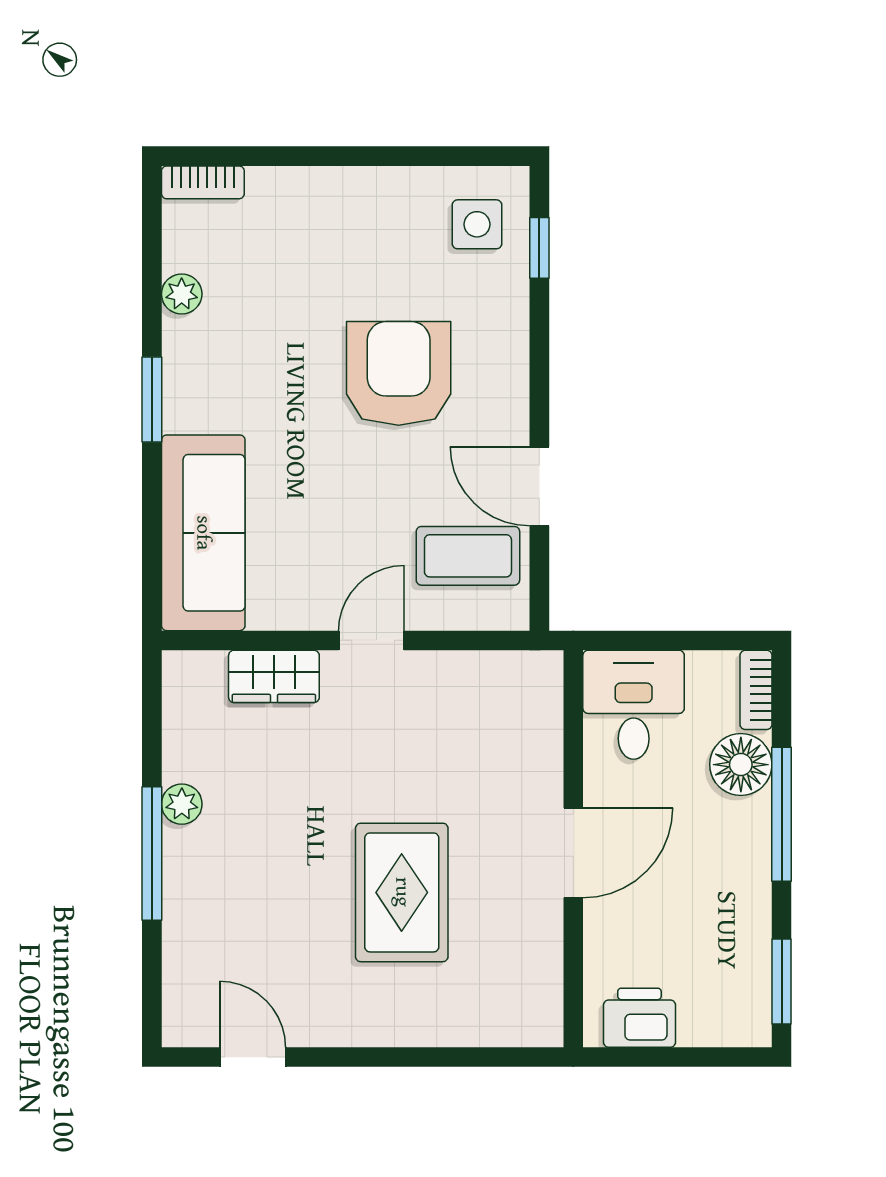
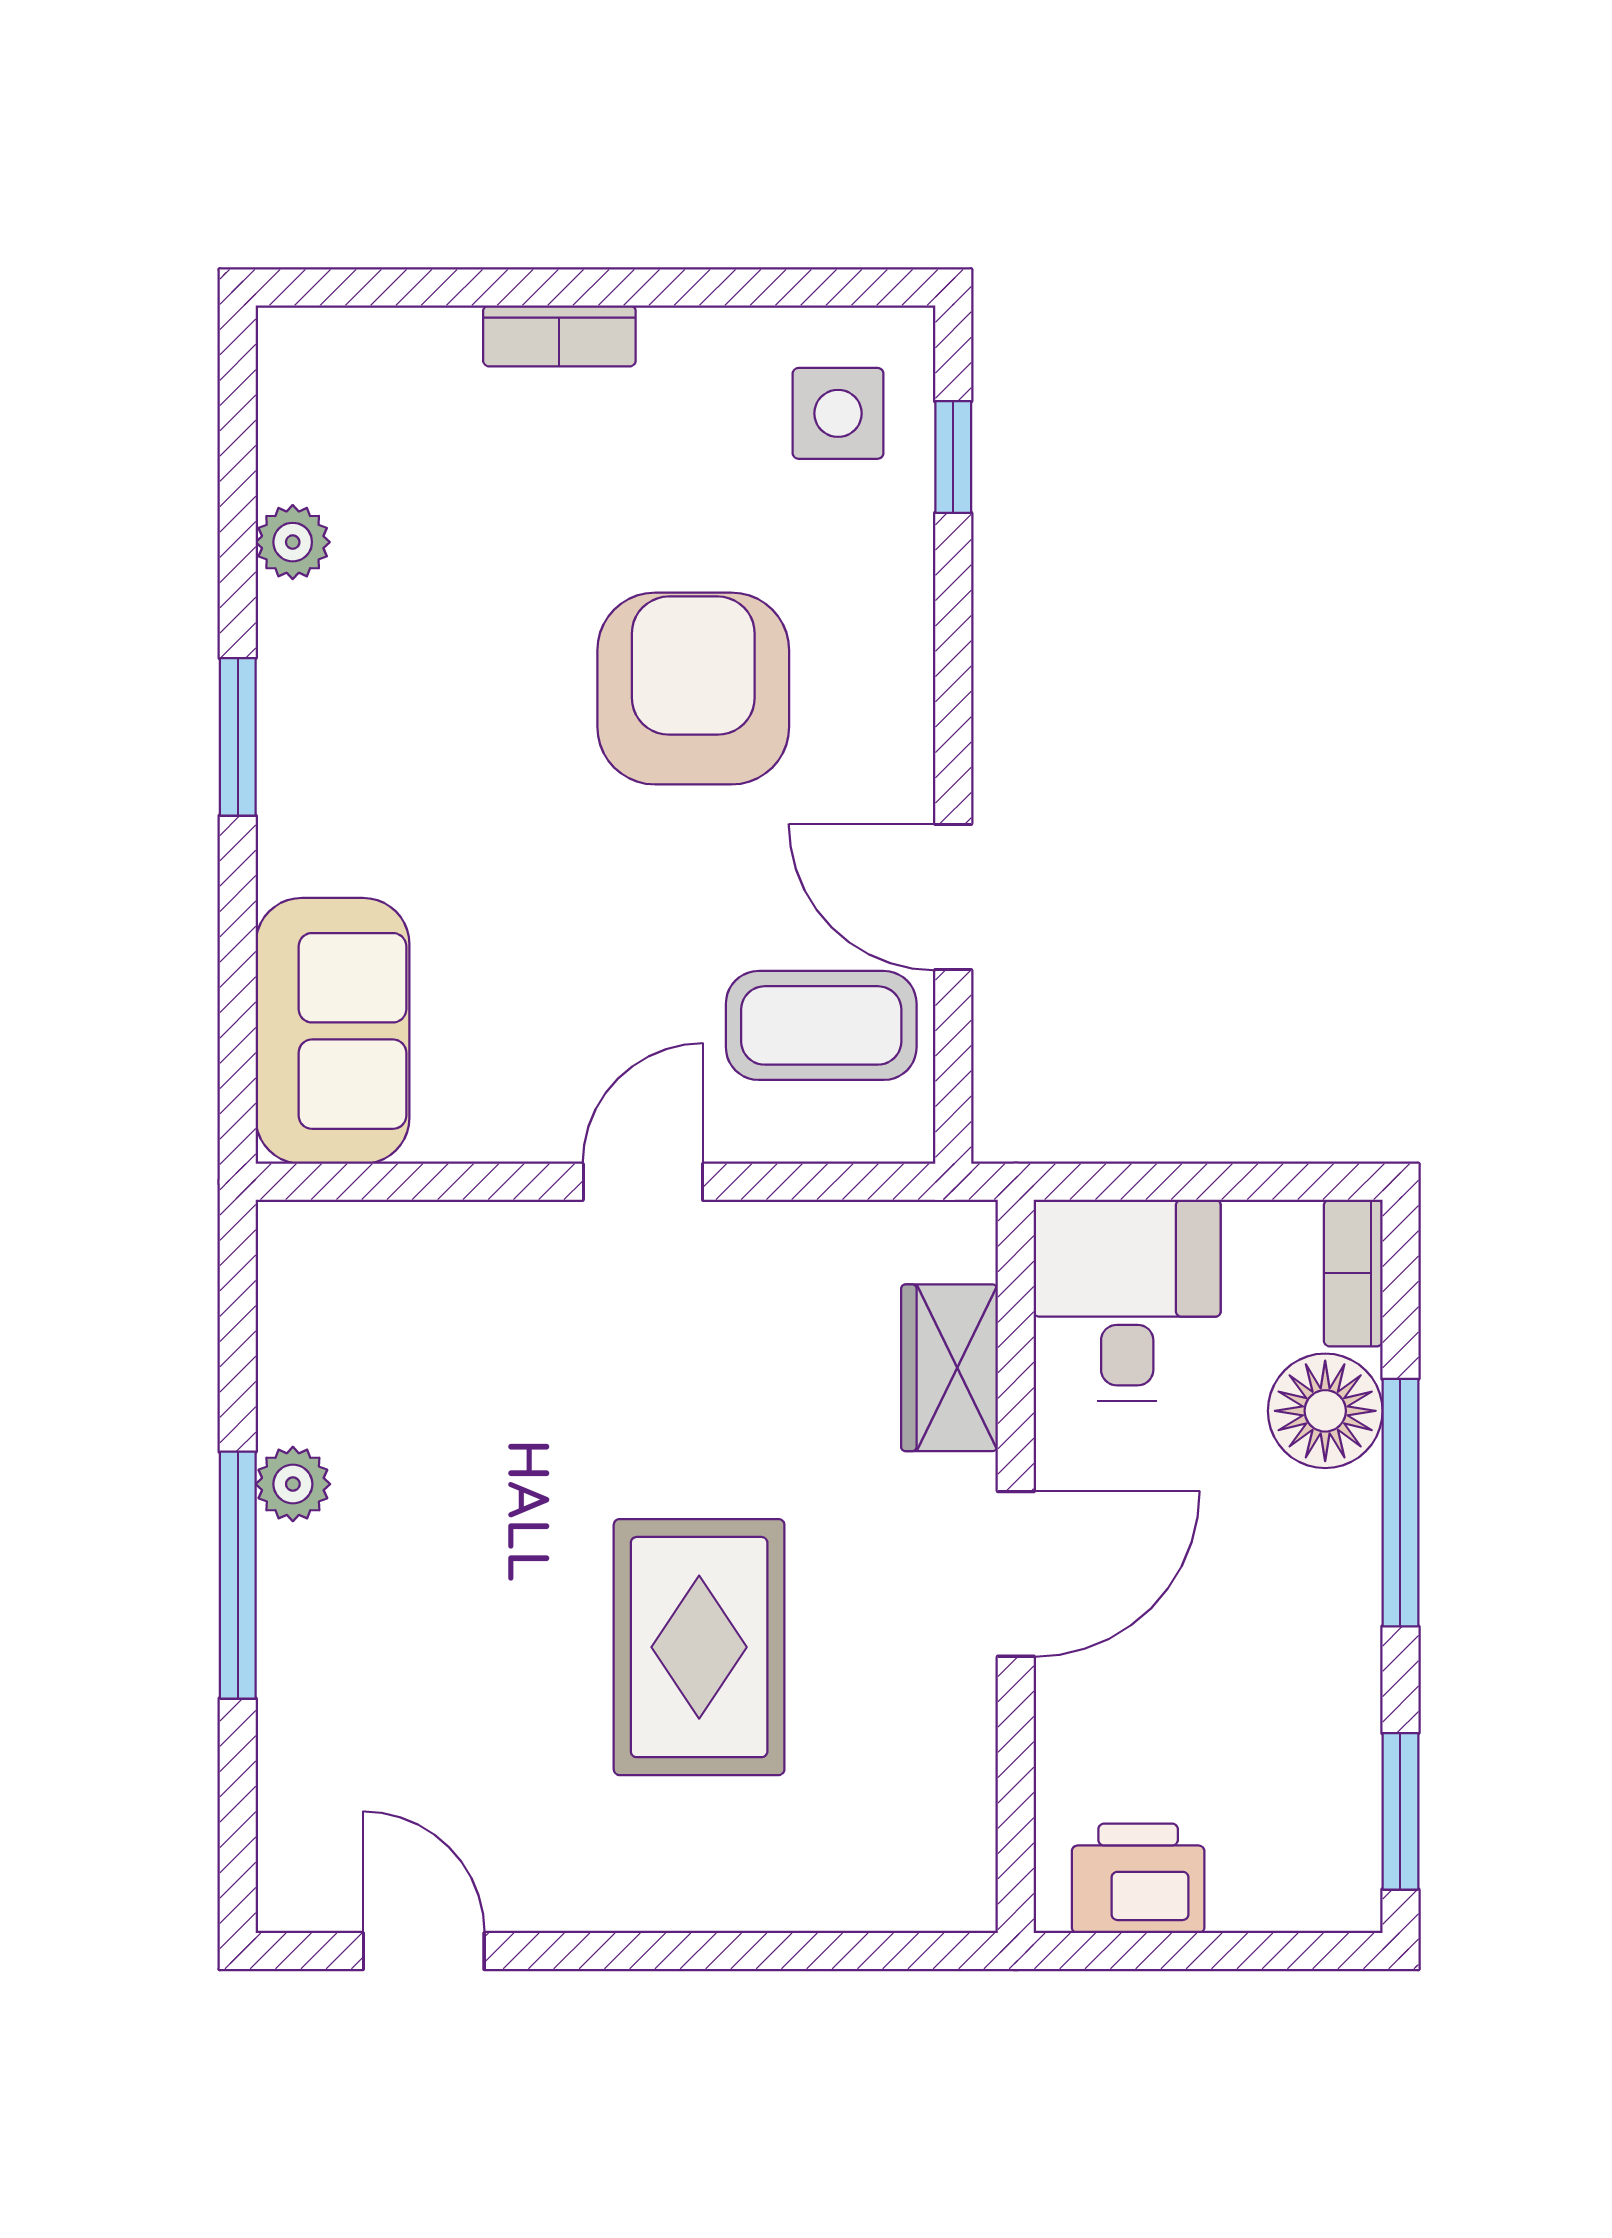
bookcase: (203, 182) -> (559, 336), moved
sofa: (203, 533) -> (332, 1031), width x0.73
wardrobe: (274, 676) -> (950, 1368), moved, turned 90

